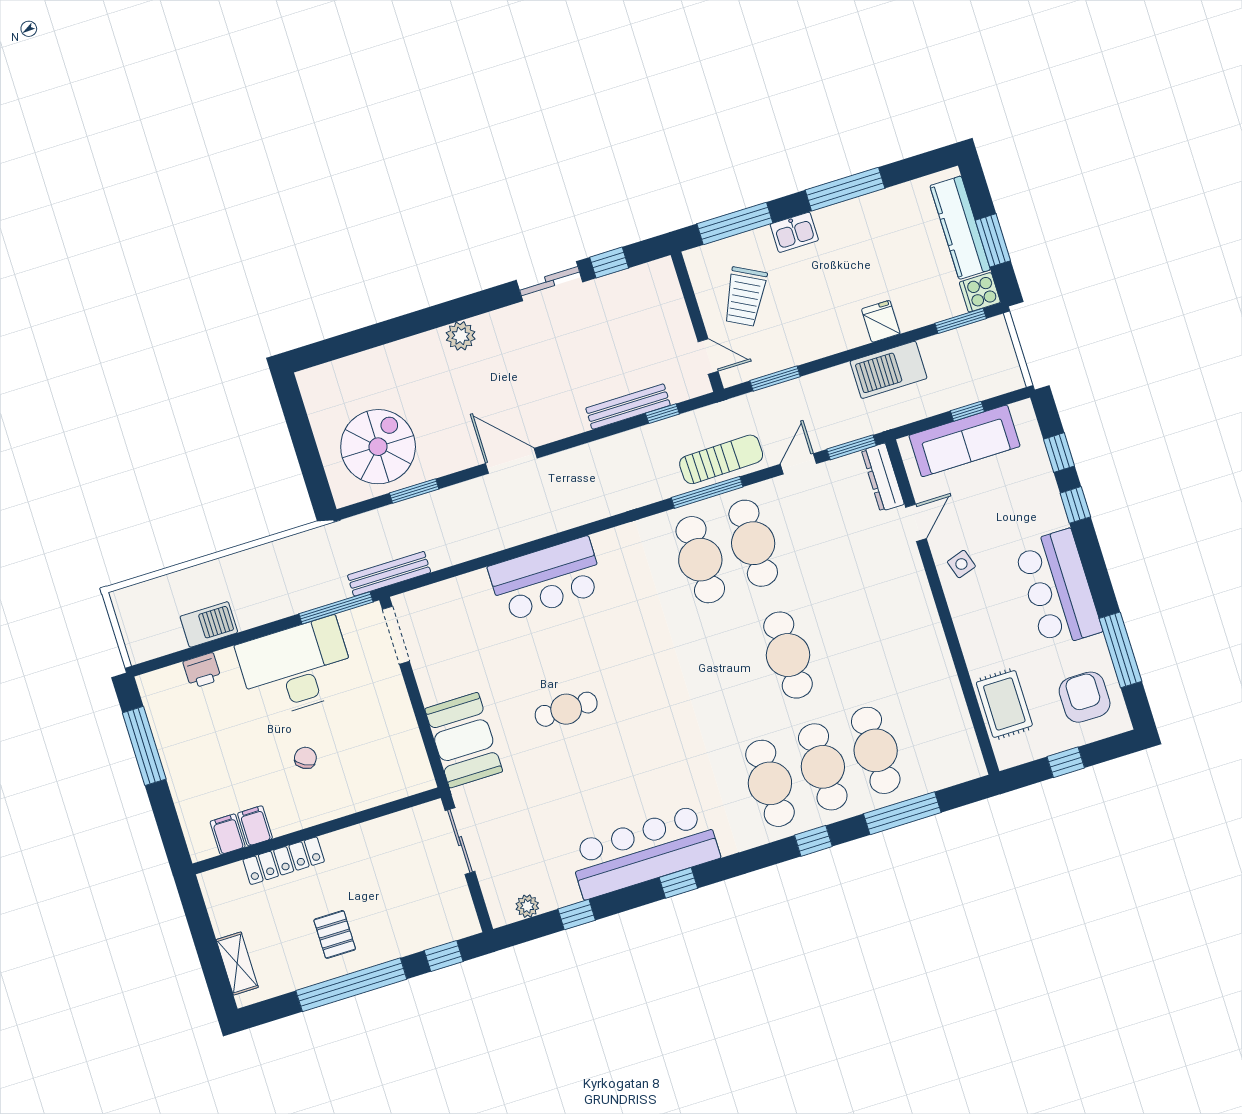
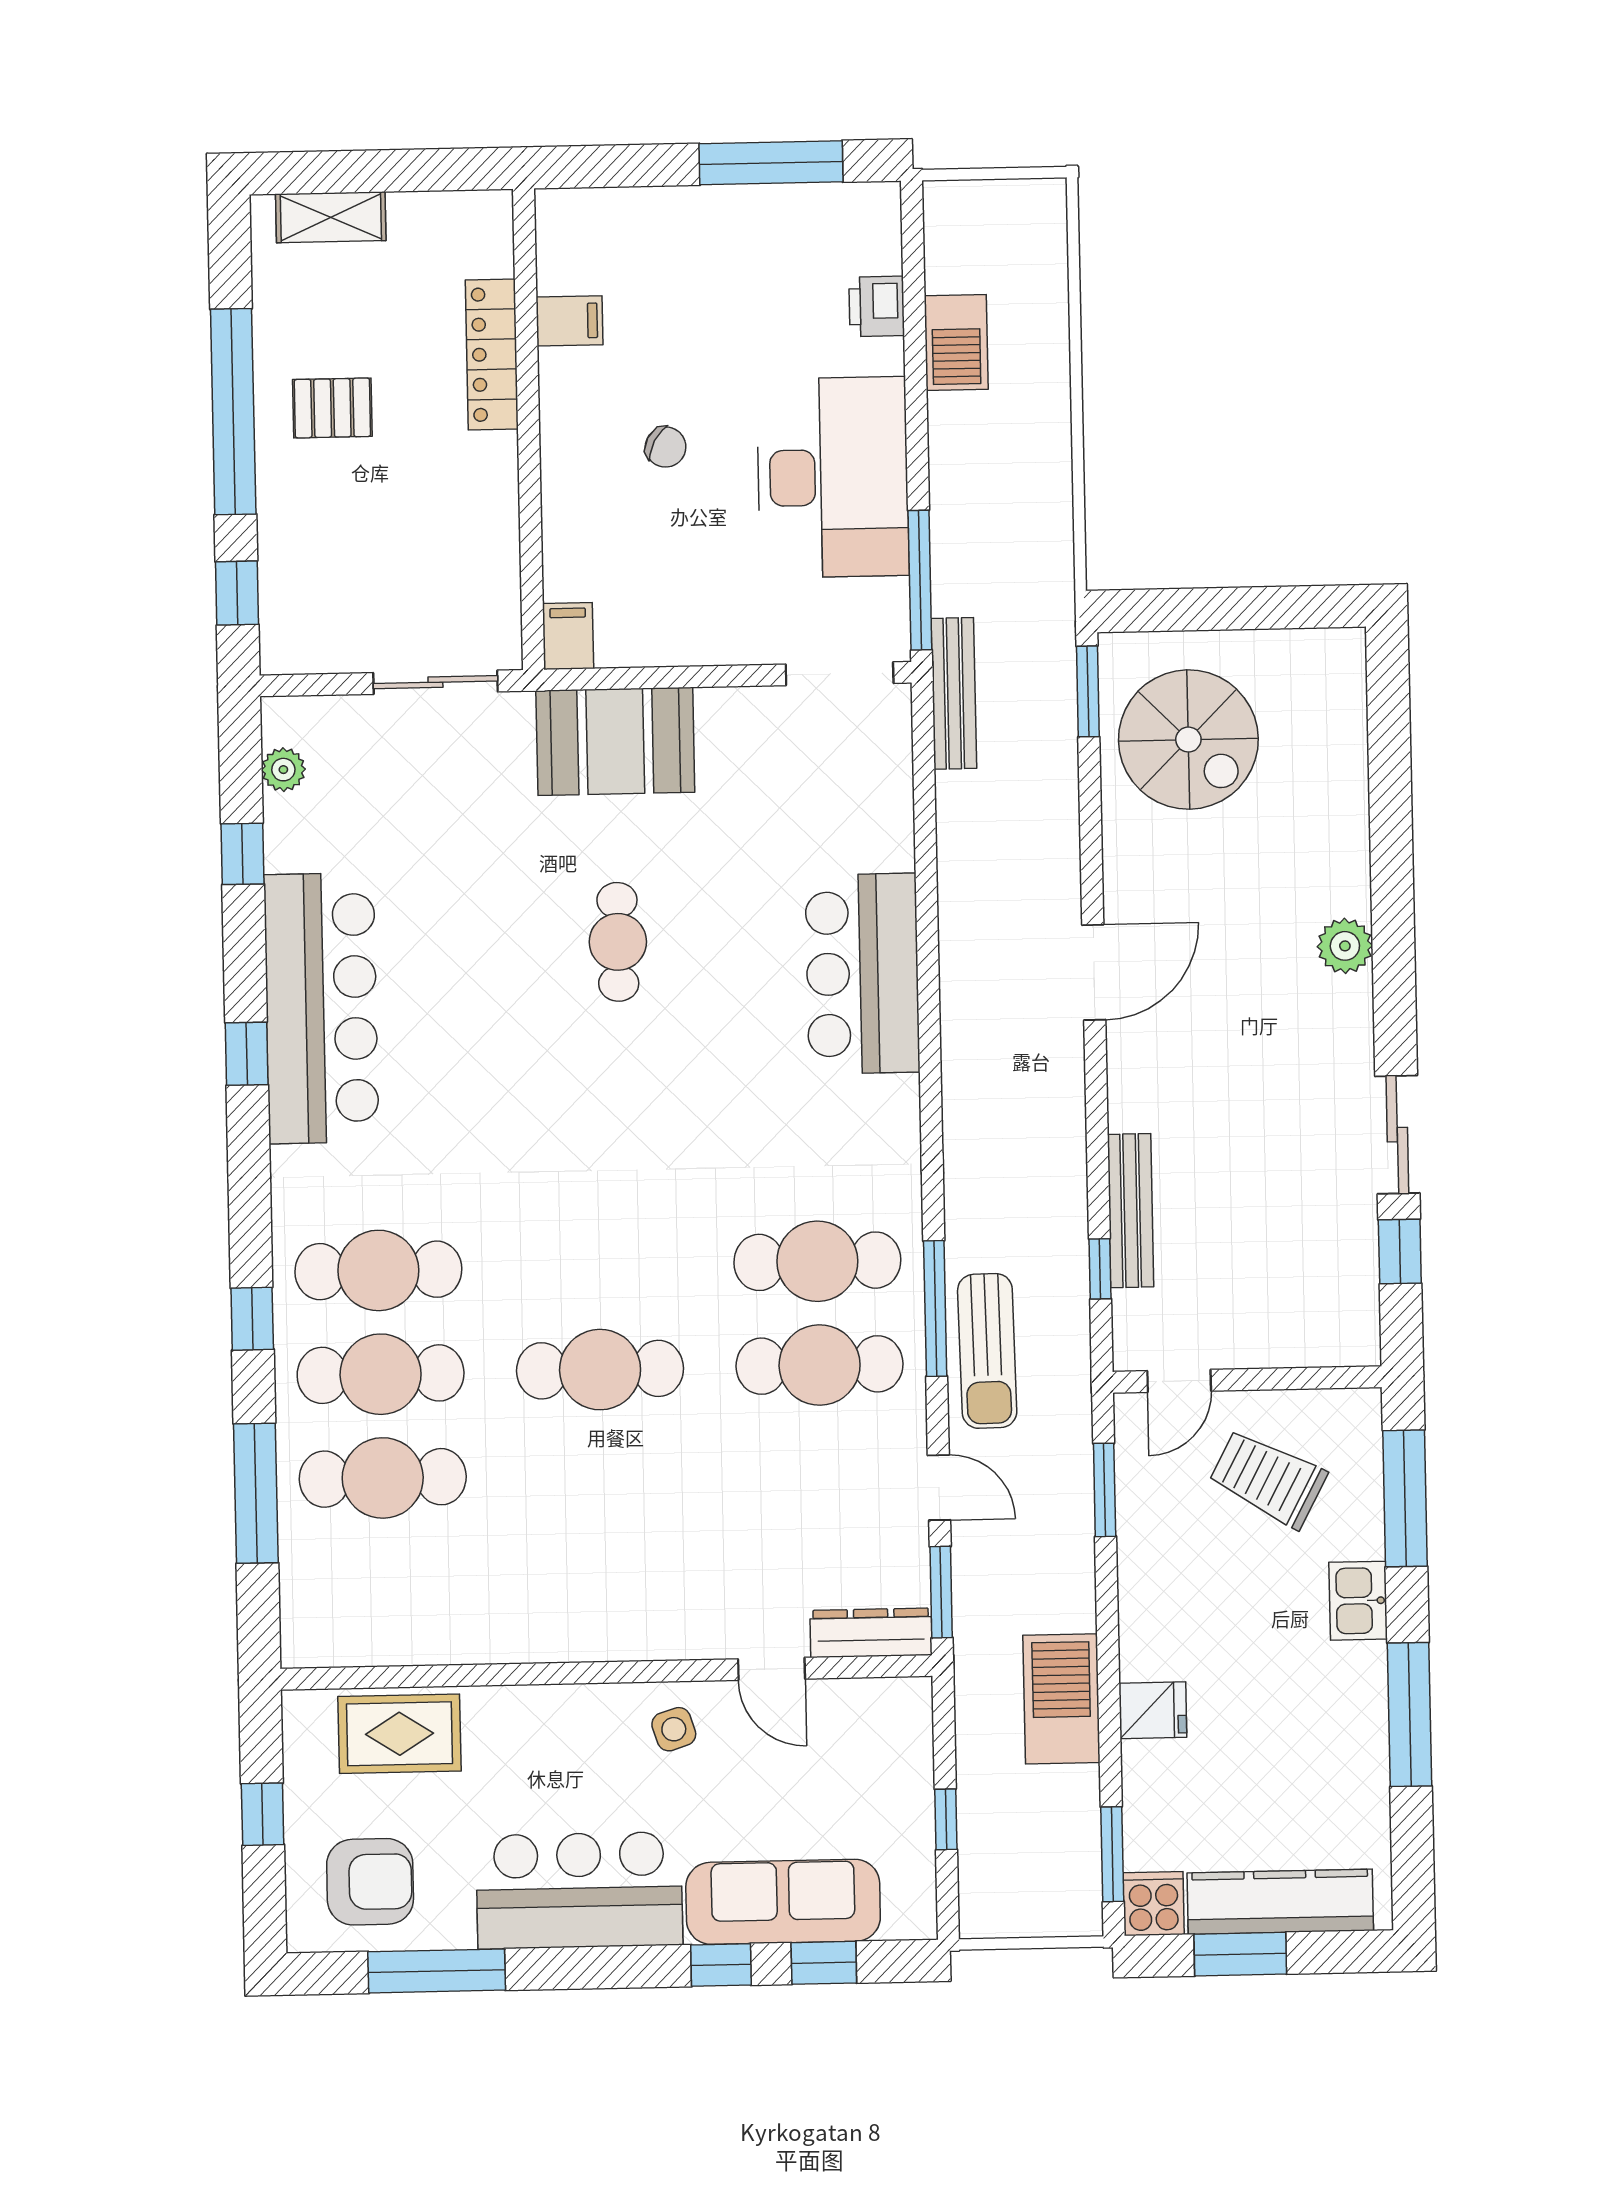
sofa: (964, 441) -> (783, 1902), moved, turned 90
window: (414, 491) -> (1088, 691), moved
filing cabinet: (228, 834) -> (568, 636), moved, turned -90

